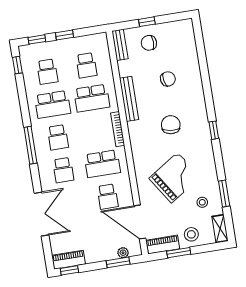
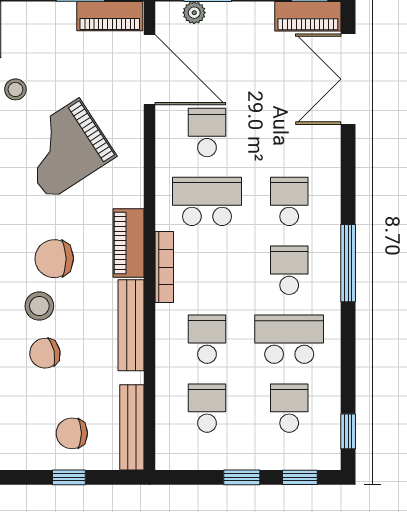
chair: (149, 43) -> (72, 433), turned 180
bench: (120, 45) -> (132, 427), width x1.36
school desk: (92, 98) -> (207, 339), width x0.54
chair: (171, 125) -> (54, 259), turned 82
piano: (137, 138) -> (128, 243), added
double door: (42, 214) -> (348, 79), moved
stool: (191, 234) -> (39, 306), moved

